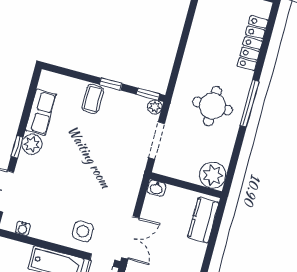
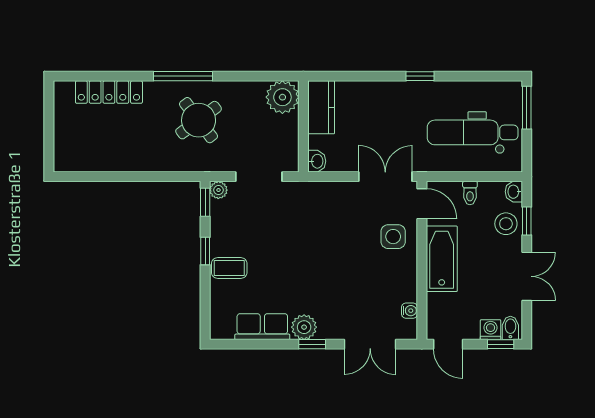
round table: (212, 106) -> (199, 120), turned -37
kitchen counter: (203, 220) -> (321, 107), moved, turned -90

